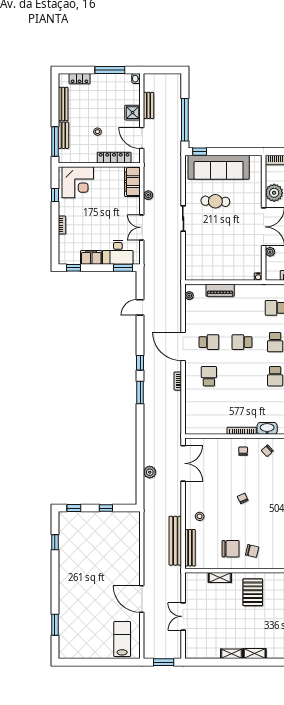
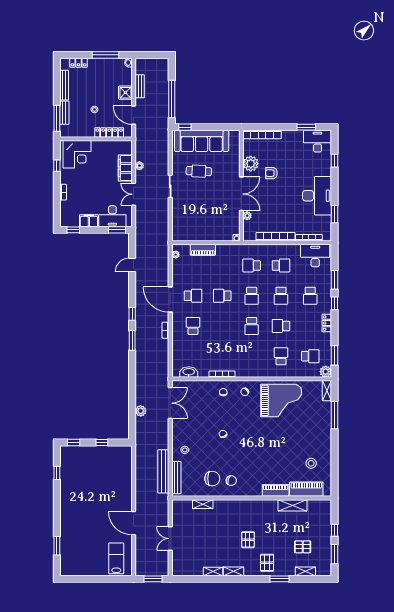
filing cabinet: (132, 182) -> (125, 168), moved
washbasin: (267, 428) -> (189, 372), moved
pallet: (253, 592) -> (248, 540), moved, width x0.67, depth x0.71

